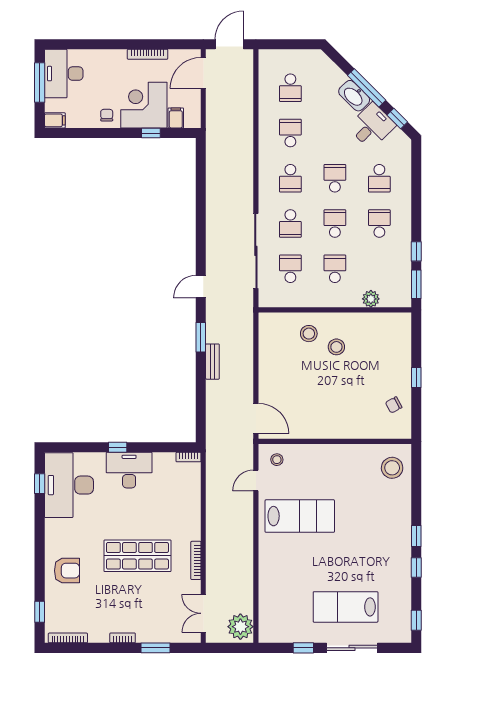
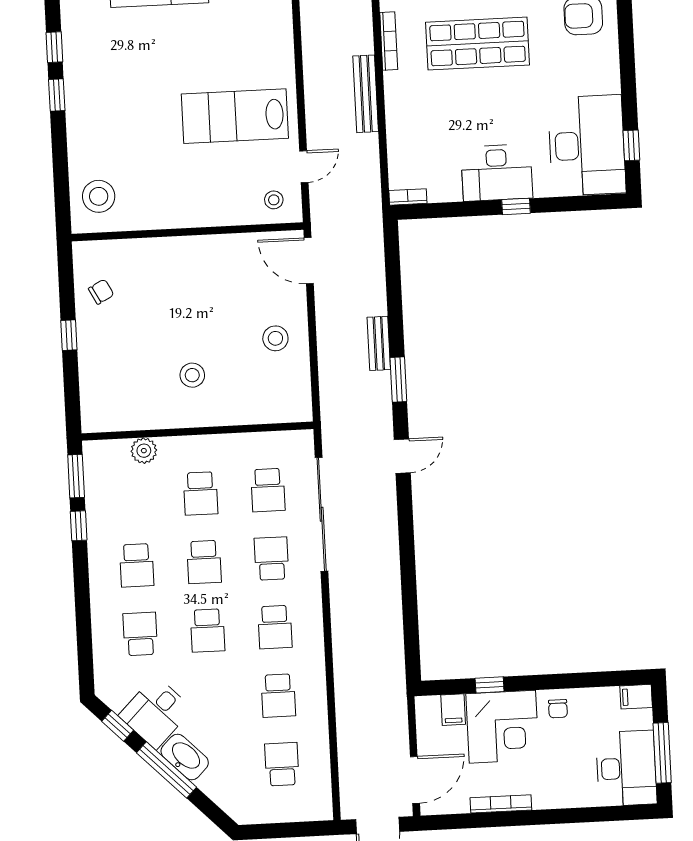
school desk: (290, 178) -> (275, 627), turned 180
stool: (309, 334) -> (275, 338), moved
bench: (213, 526) -> (366, 94), added

